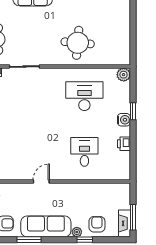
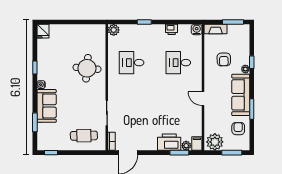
desk: (84, 96) -> (132, 63), width x0.73
water cooler: (124, 120) -> (197, 30), moved
fireplace: (124, 223) -> (216, 29), moved
armchair: (97, 224) -> (224, 59), moved, turned -91

